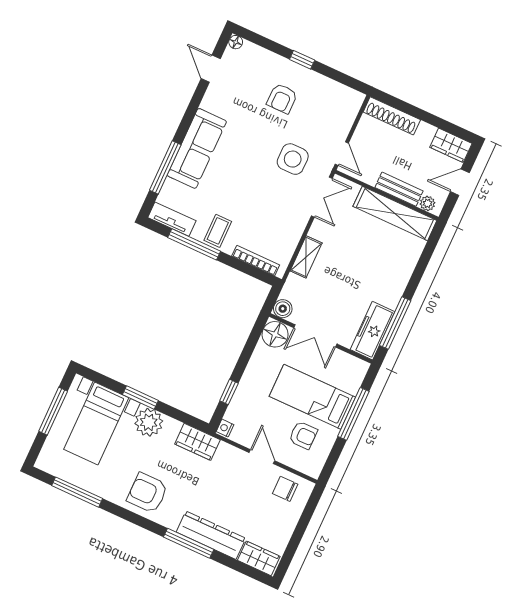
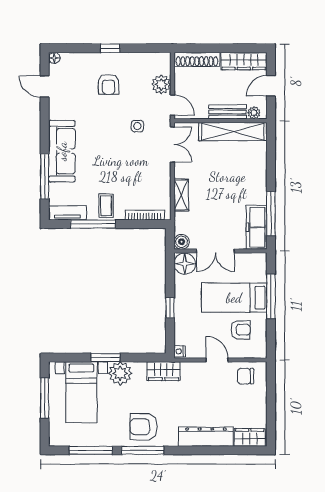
plant: (340, 125) -> (161, 84), added
wardrobe: (451, 145) -> (244, 61), width x1.50
side table: (293, 159) -> (137, 126), width x0.54, depth x0.54
window: (229, 392) -> (170, 308), moved
window: (189, 543) -> (143, 450), moved

